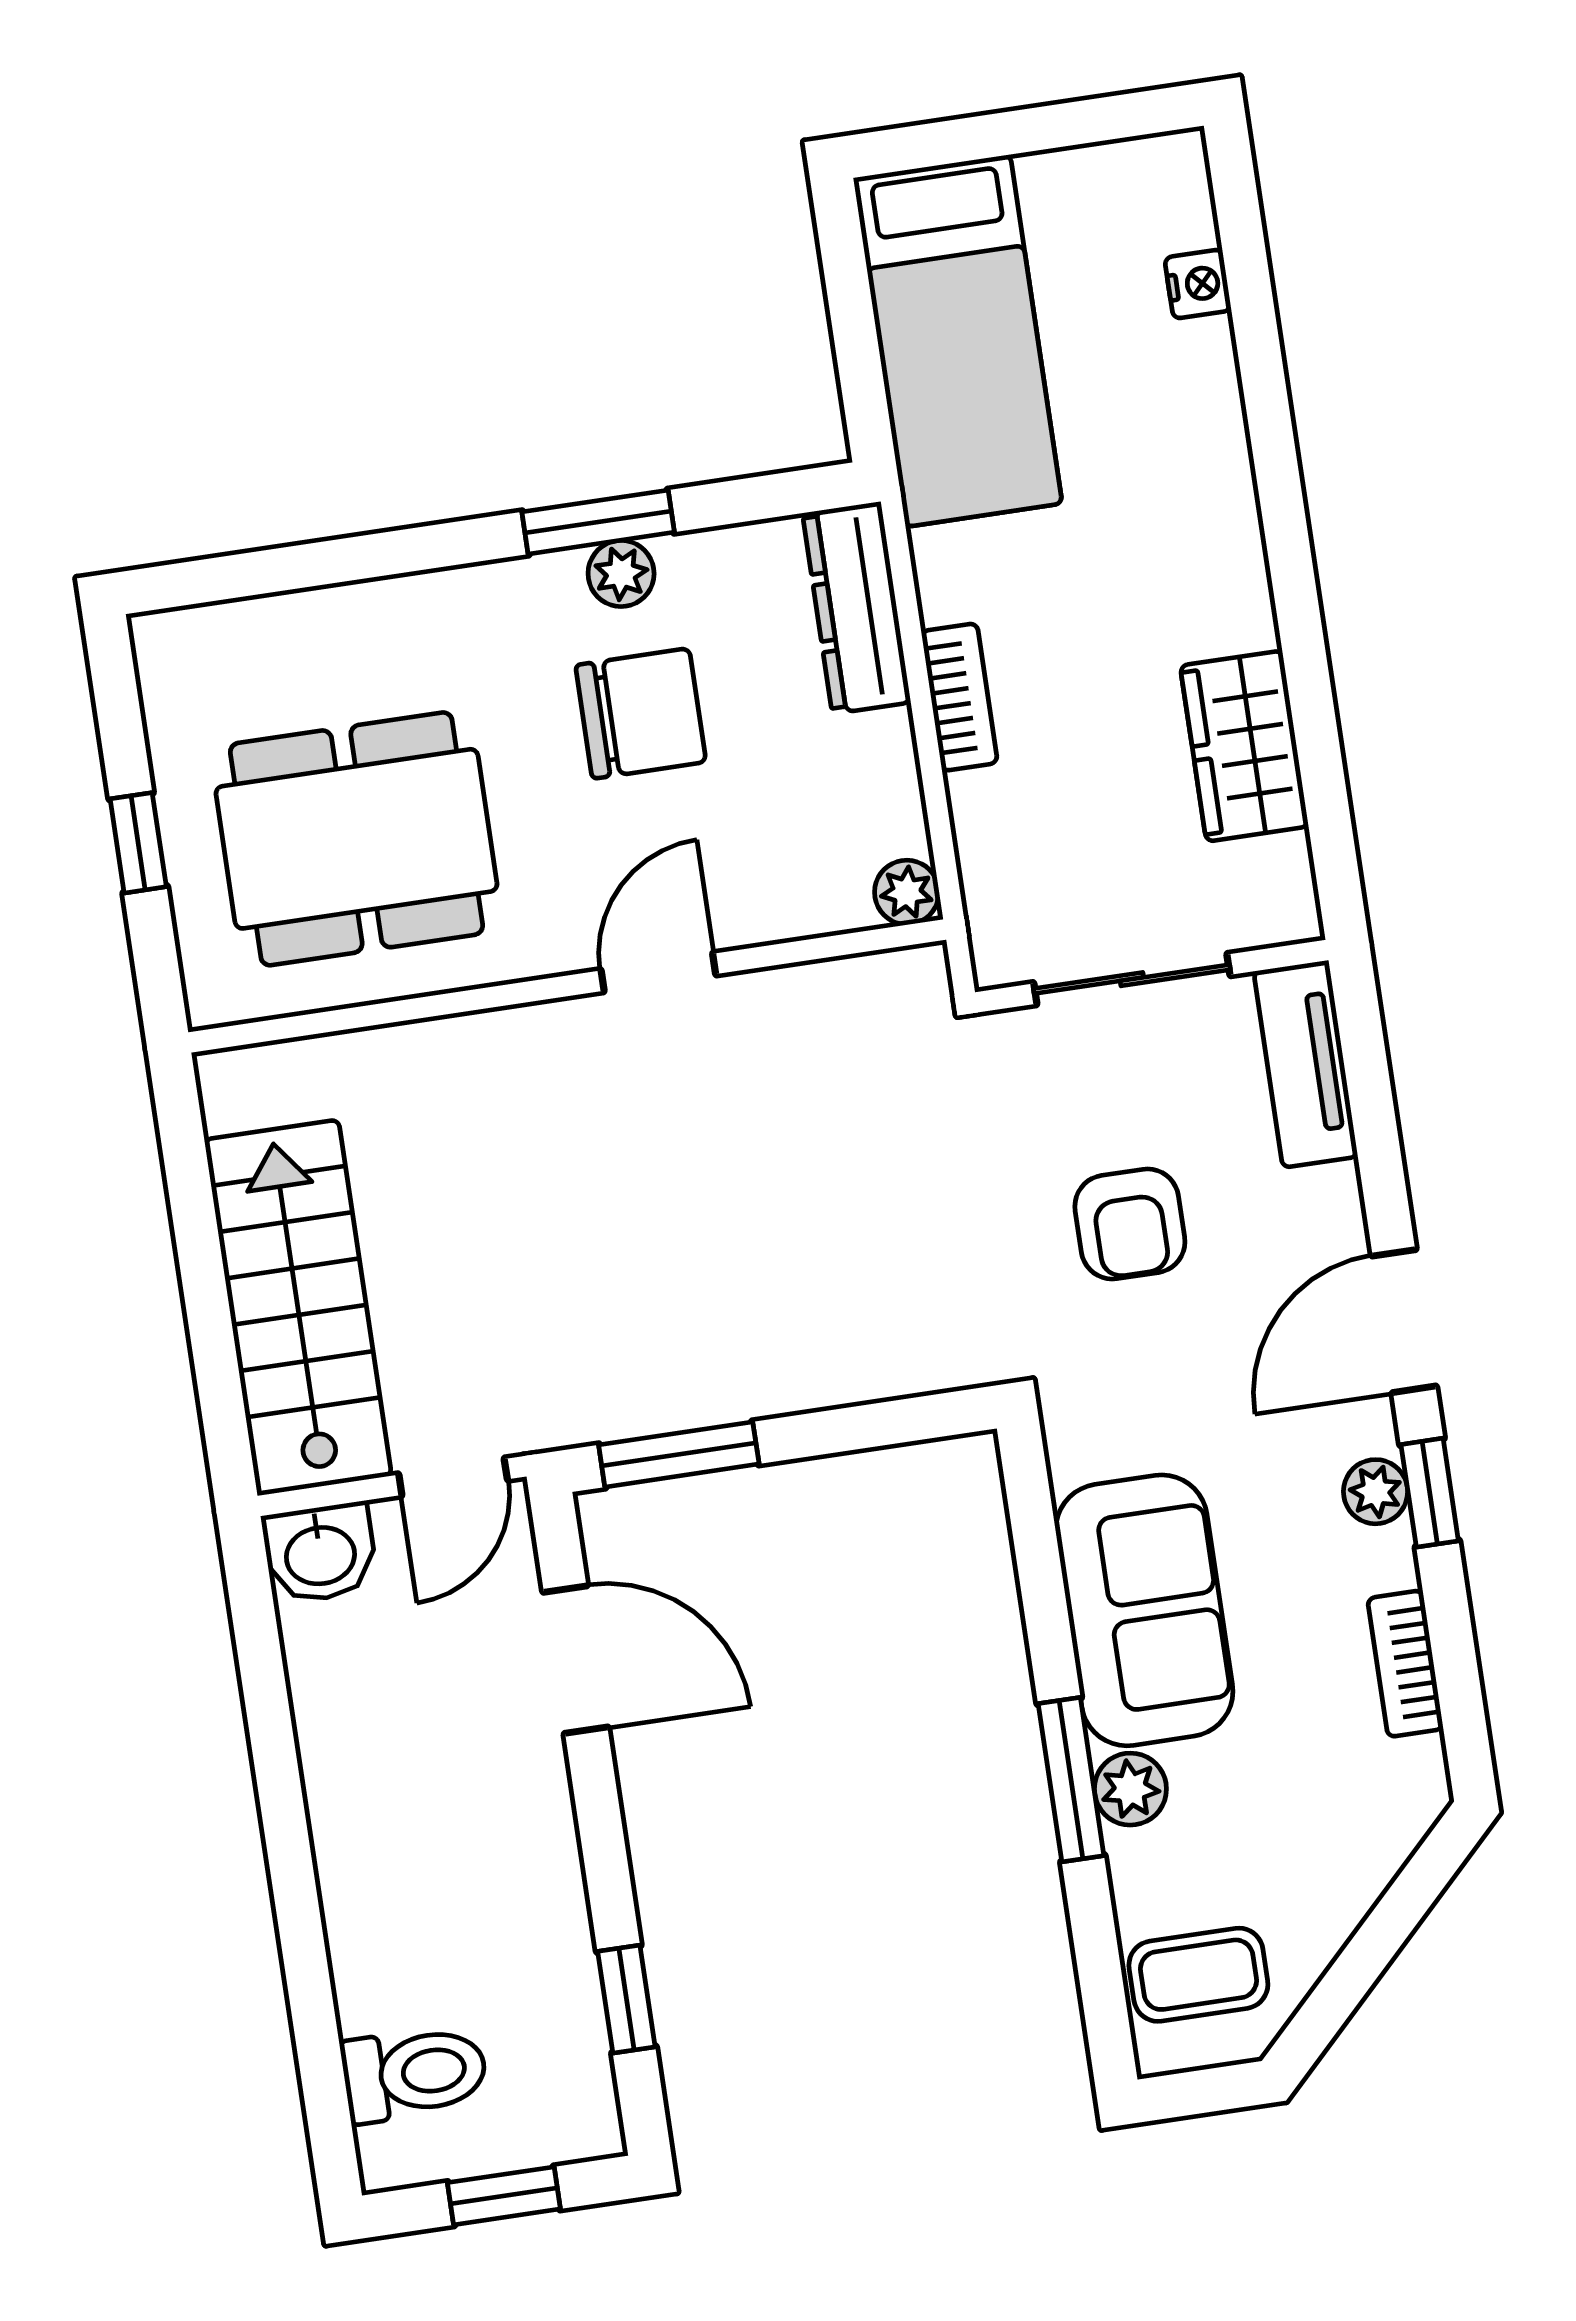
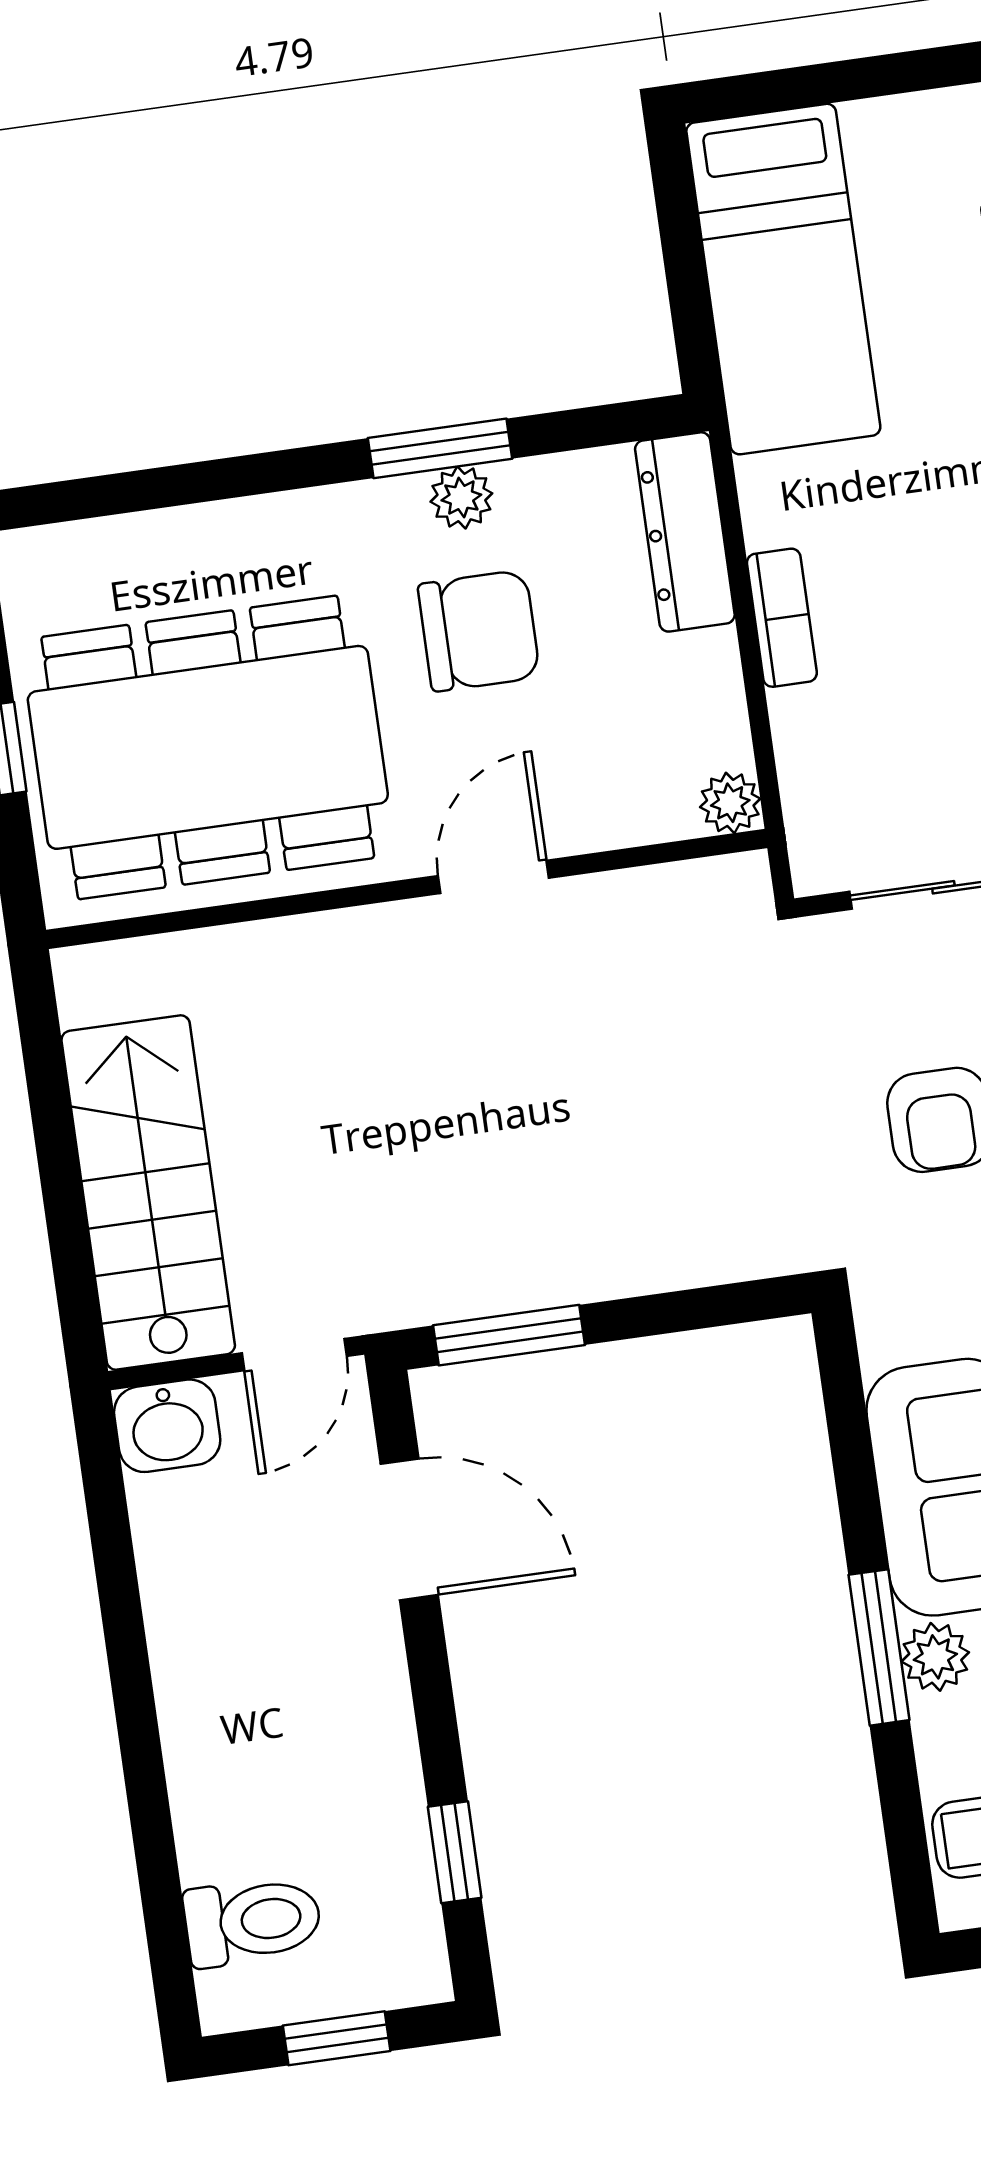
dining table: (357, 839) -> (208, 747), width x1.36, depth x1.24

